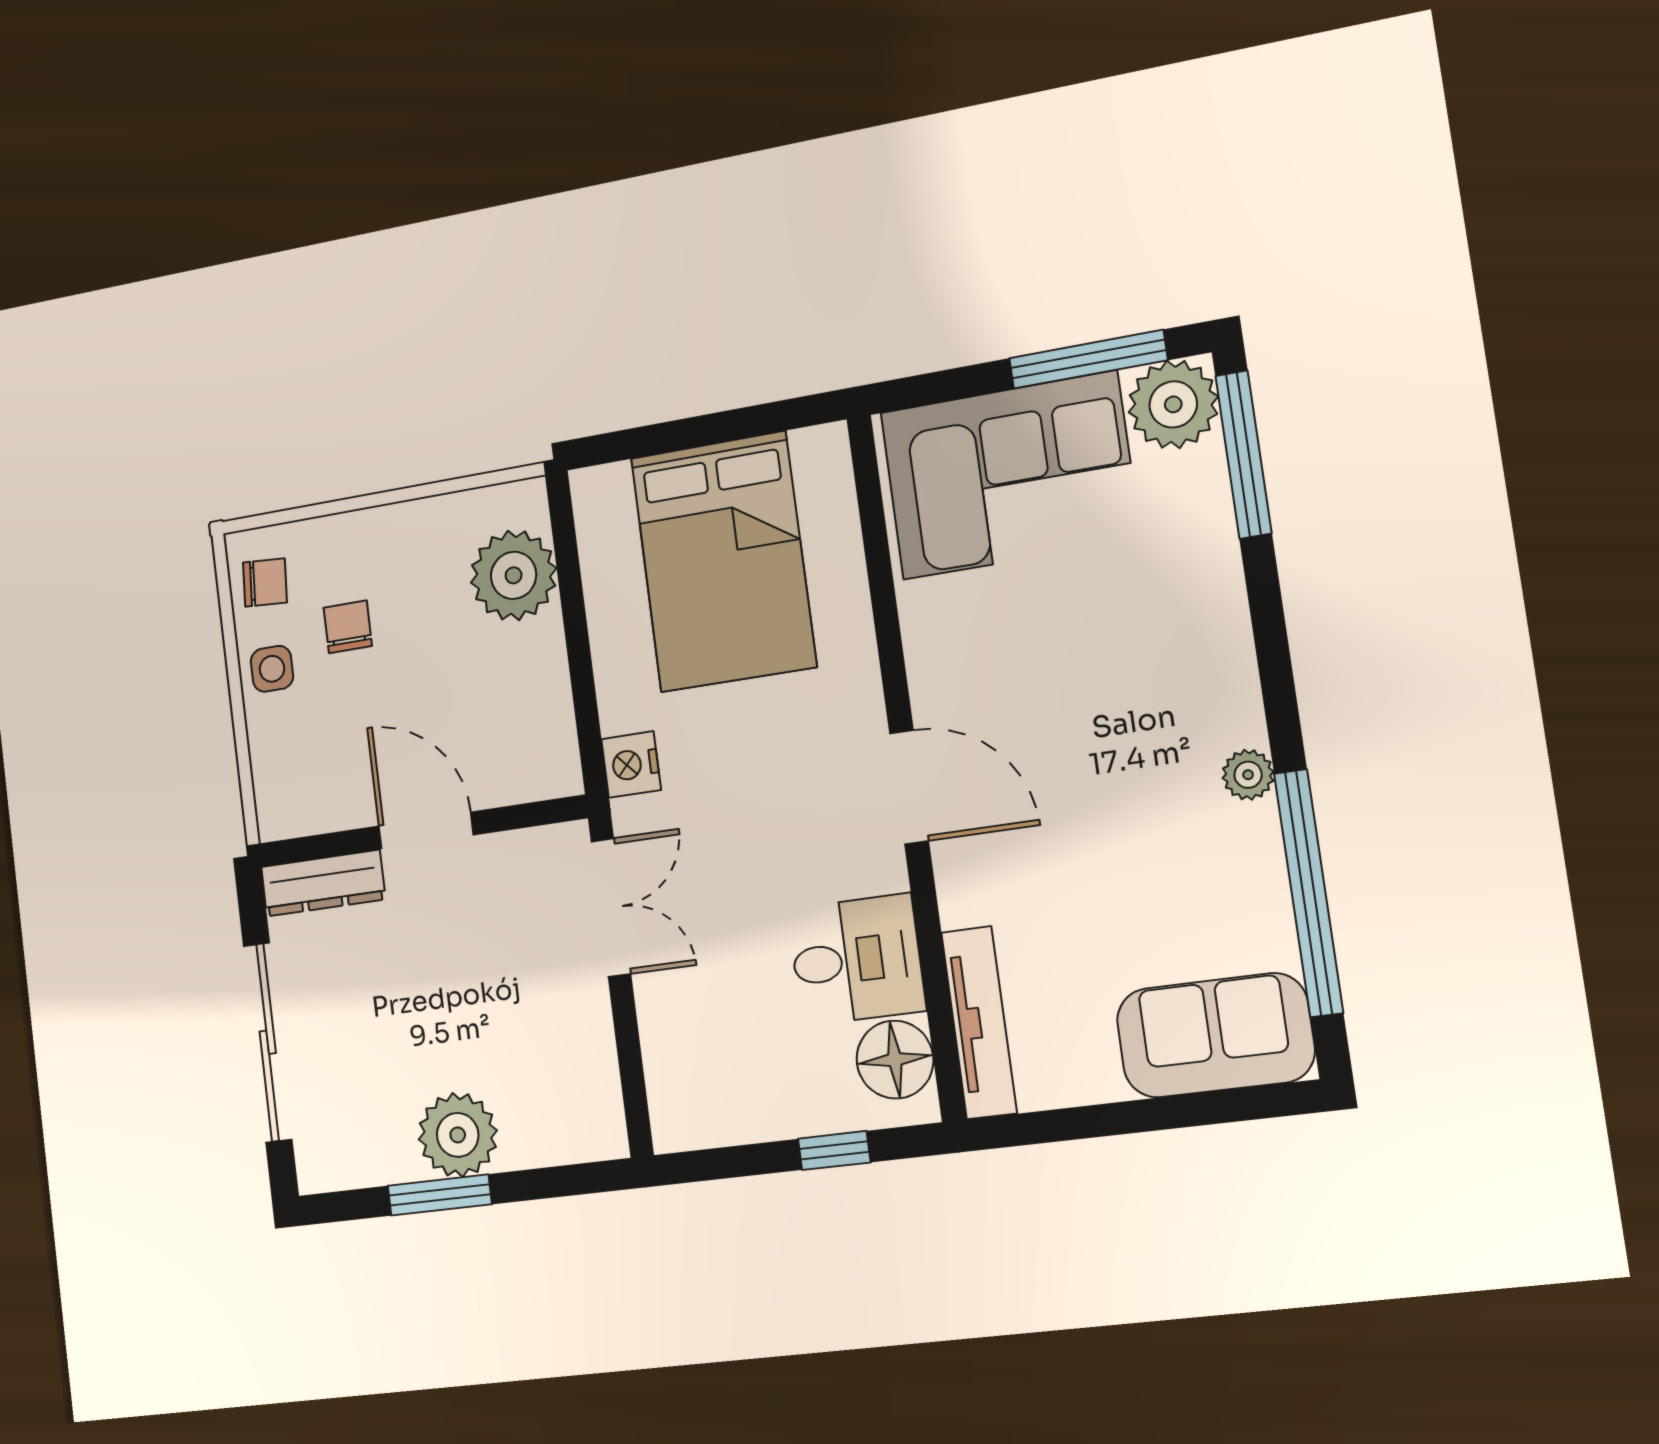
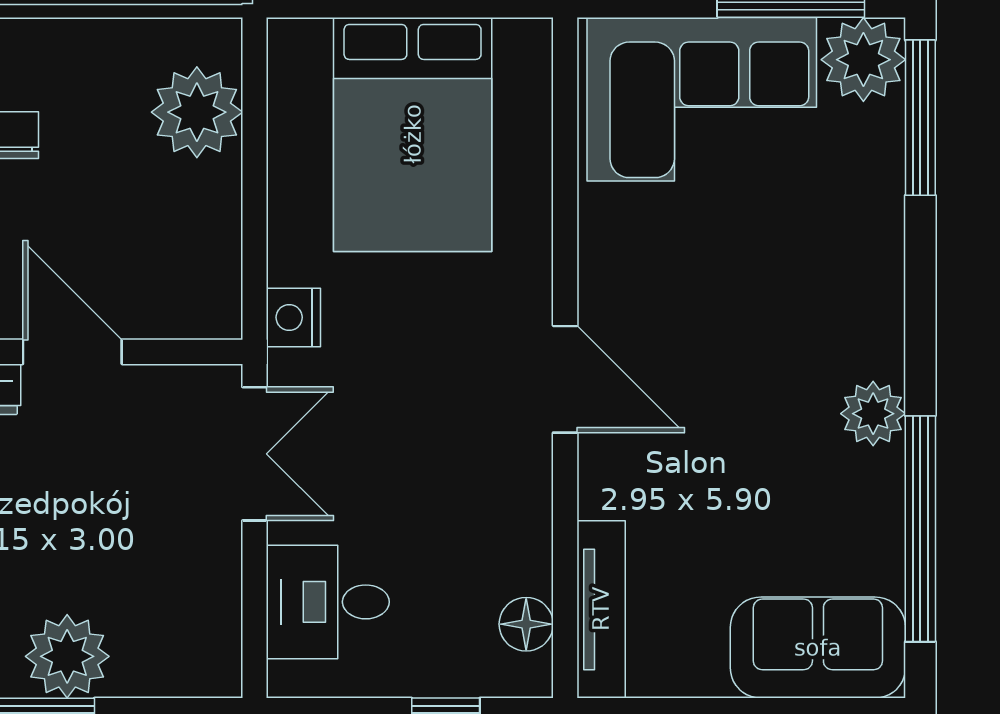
plant: (1248, 775) -> (873, 414), width x1.38, depth x1.38
desk: (856, 960) -> (328, 602), moved, turned 180
floor lamp: (895, 1060) -> (526, 624), width x0.73, depth x0.73

